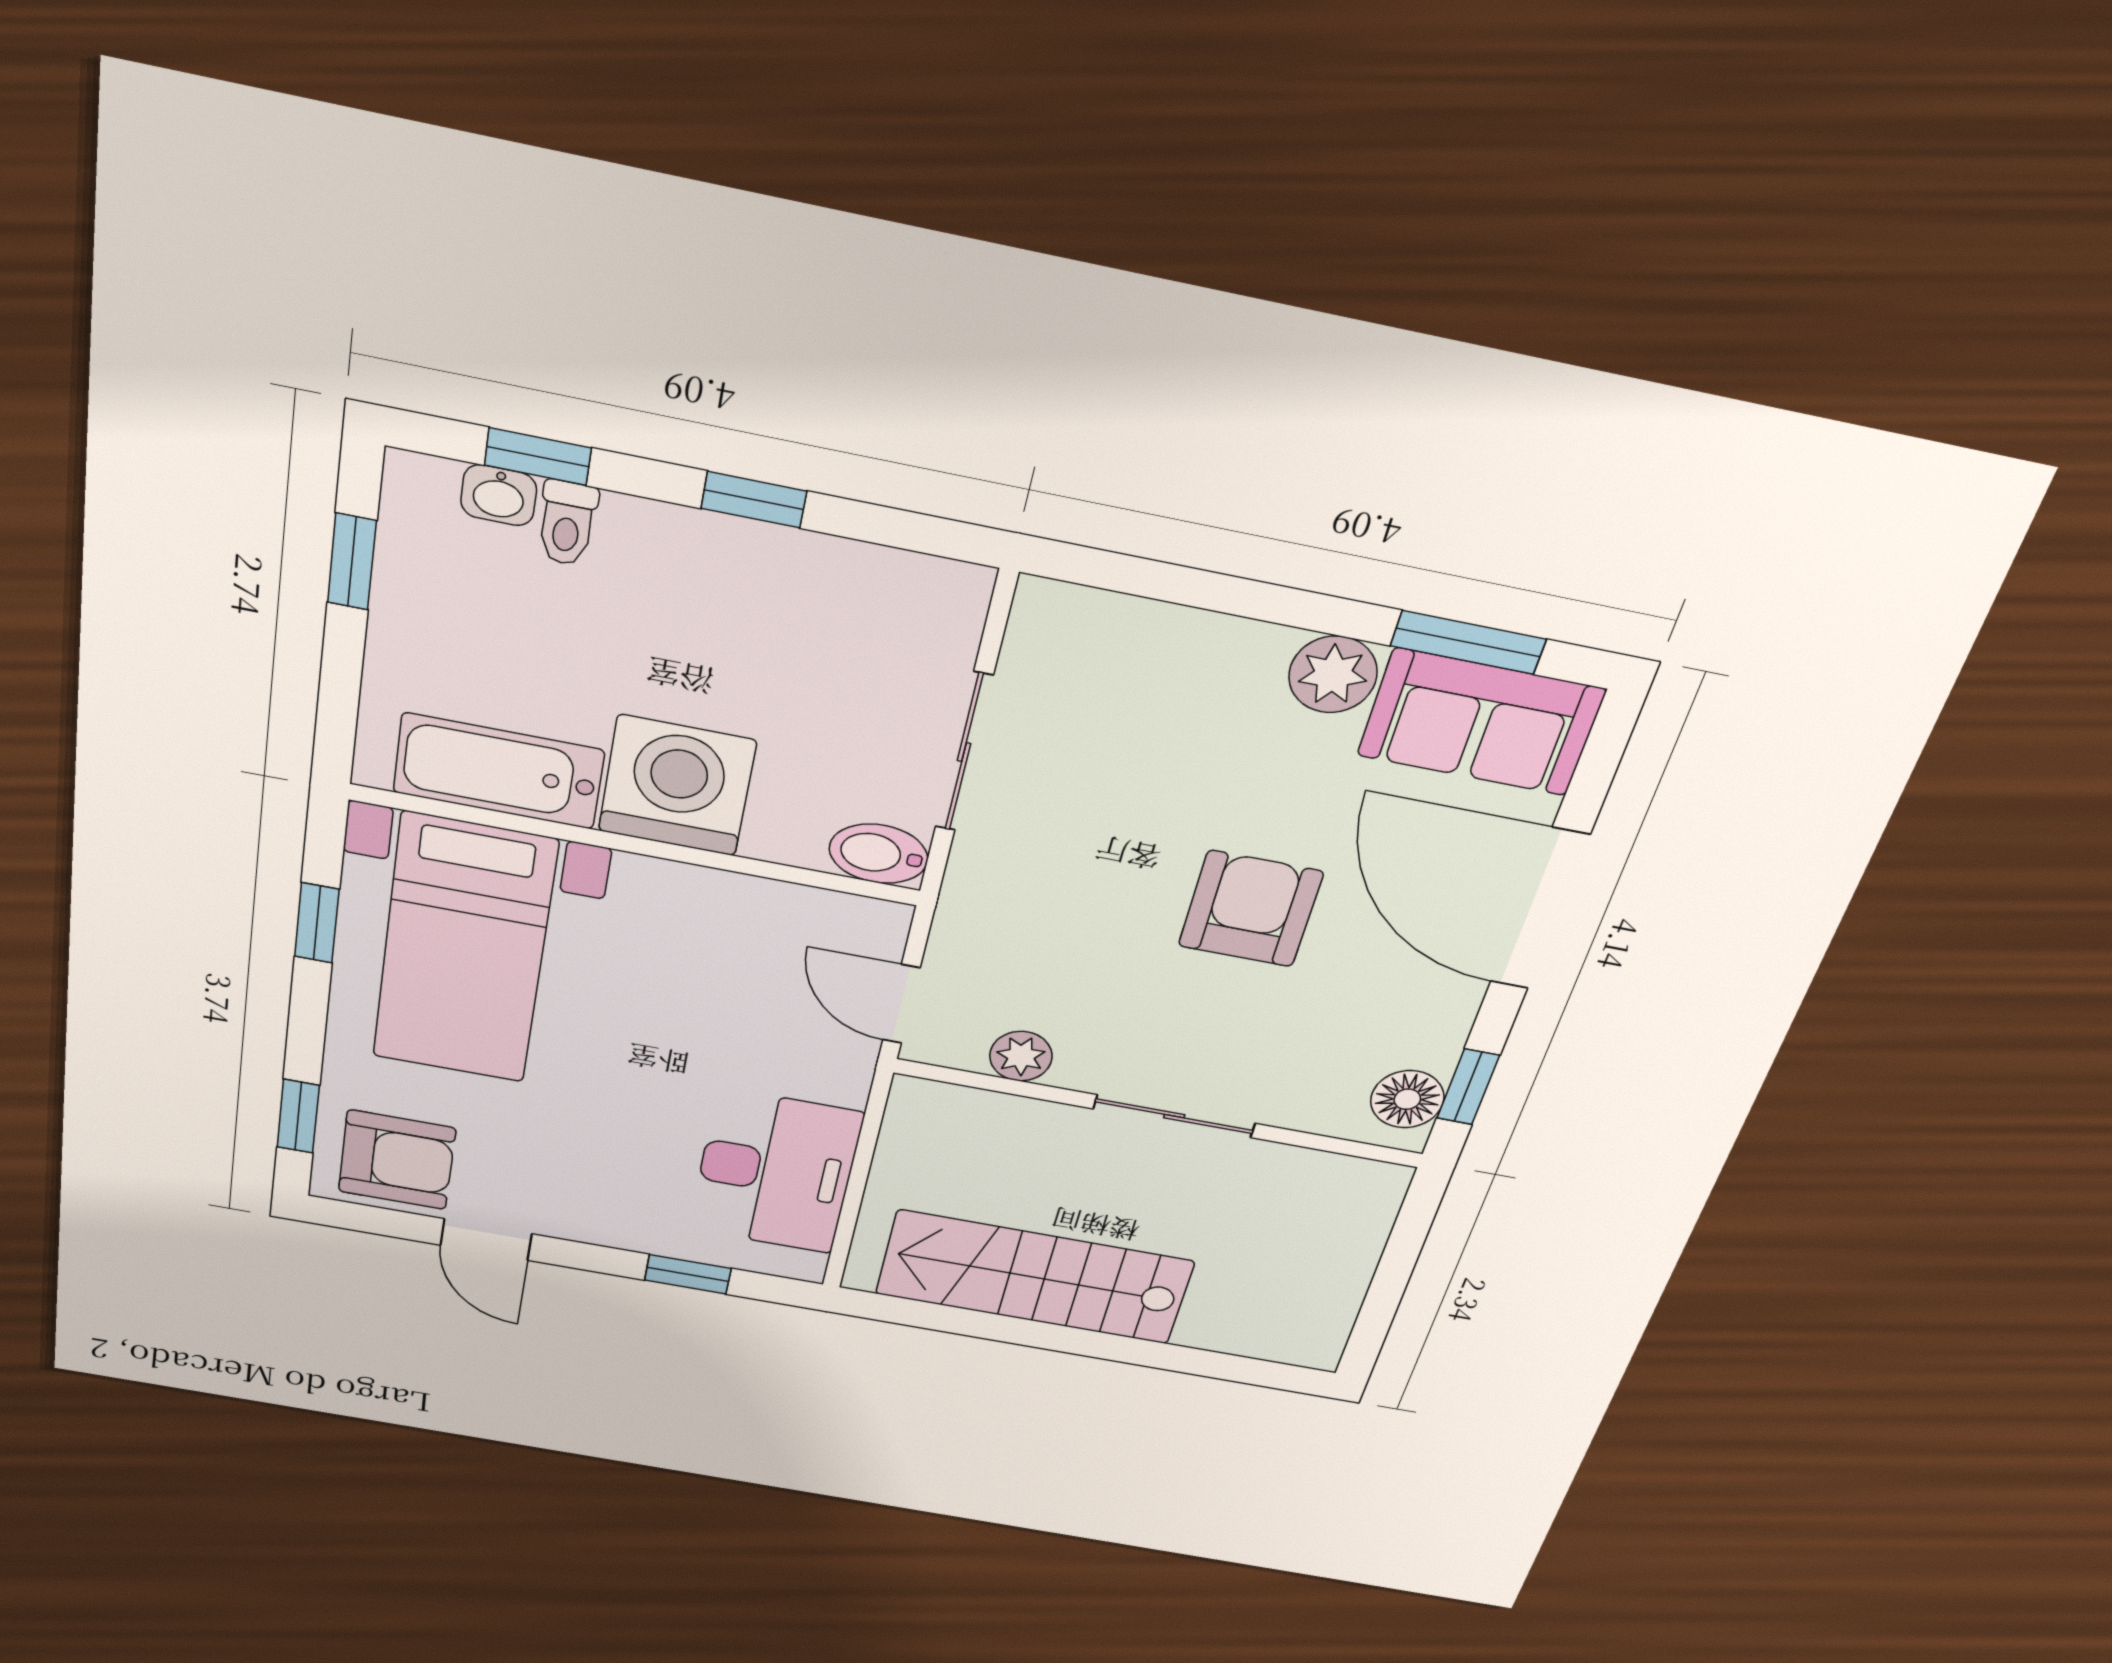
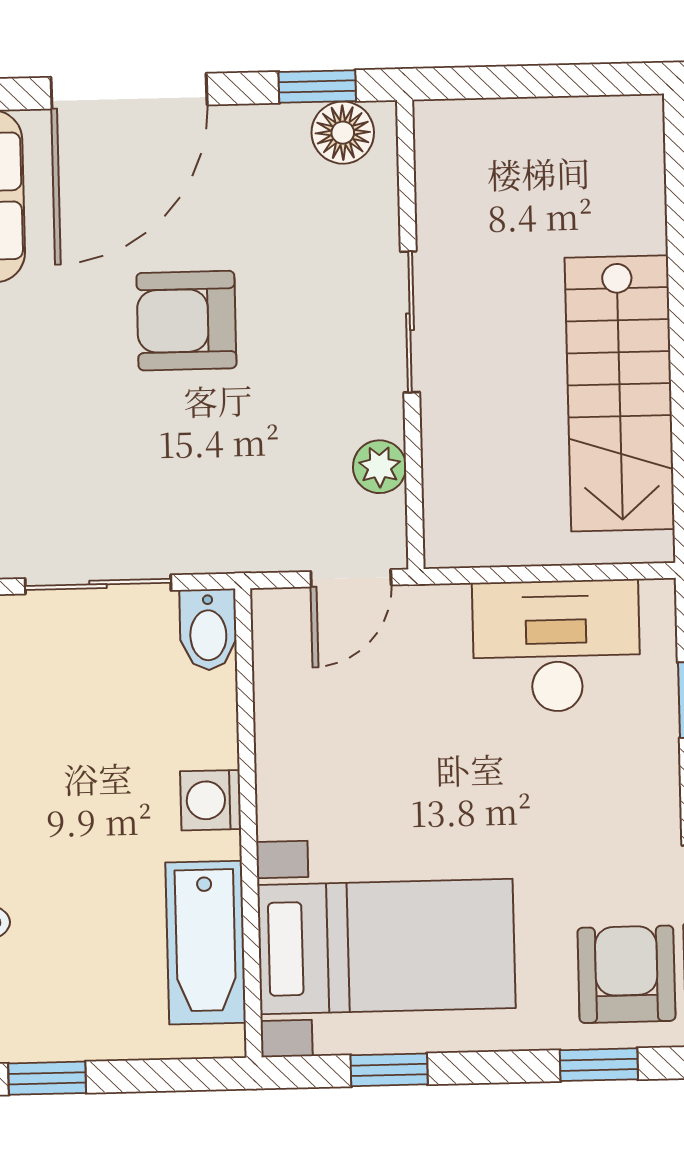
washing machine: (677, 786) -> (211, 800), width x0.53, depth x0.53

